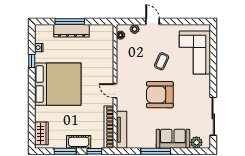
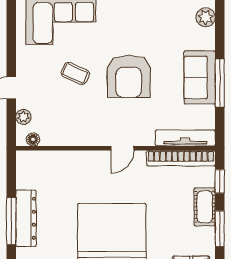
sofa: (173, 139) -> (200, 77), moved

